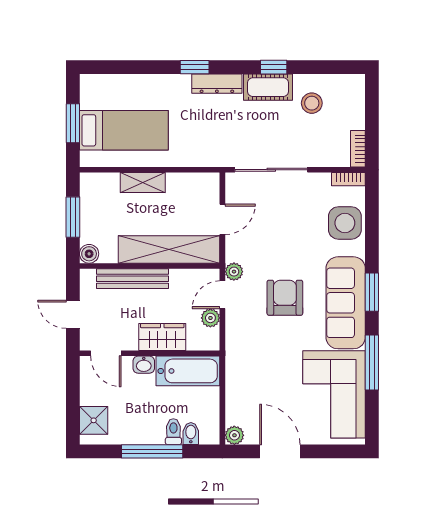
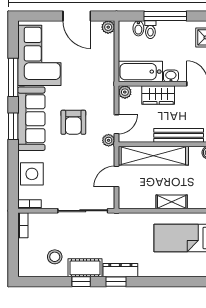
window: (195, 67) -> (116, 282), moved
plant: (210, 318) -> (125, 92), moved

